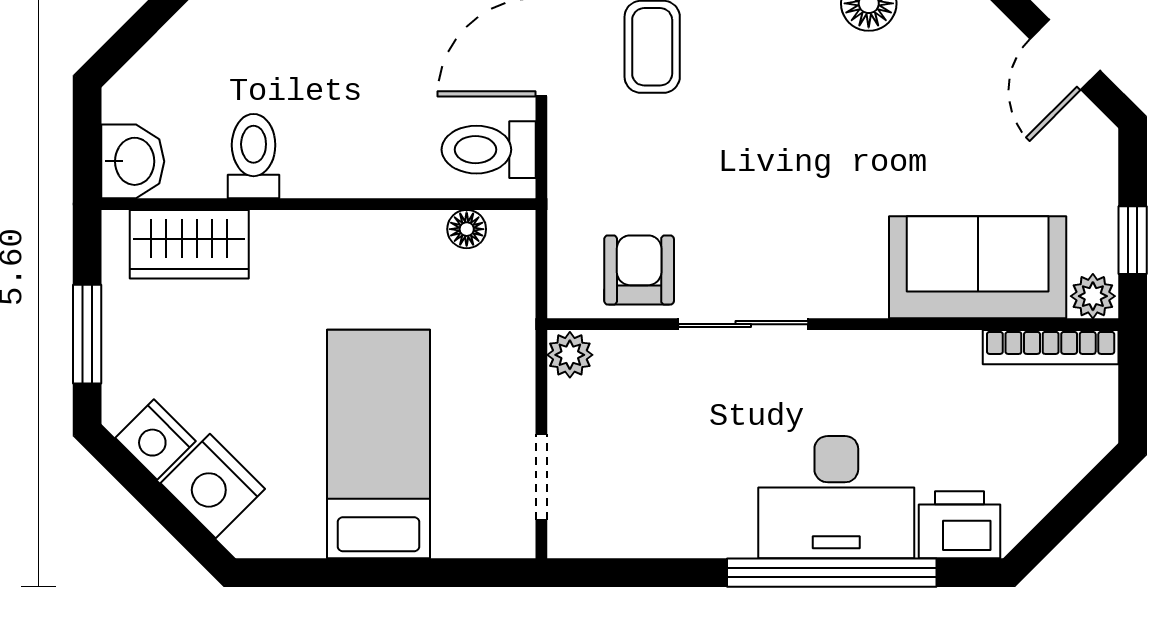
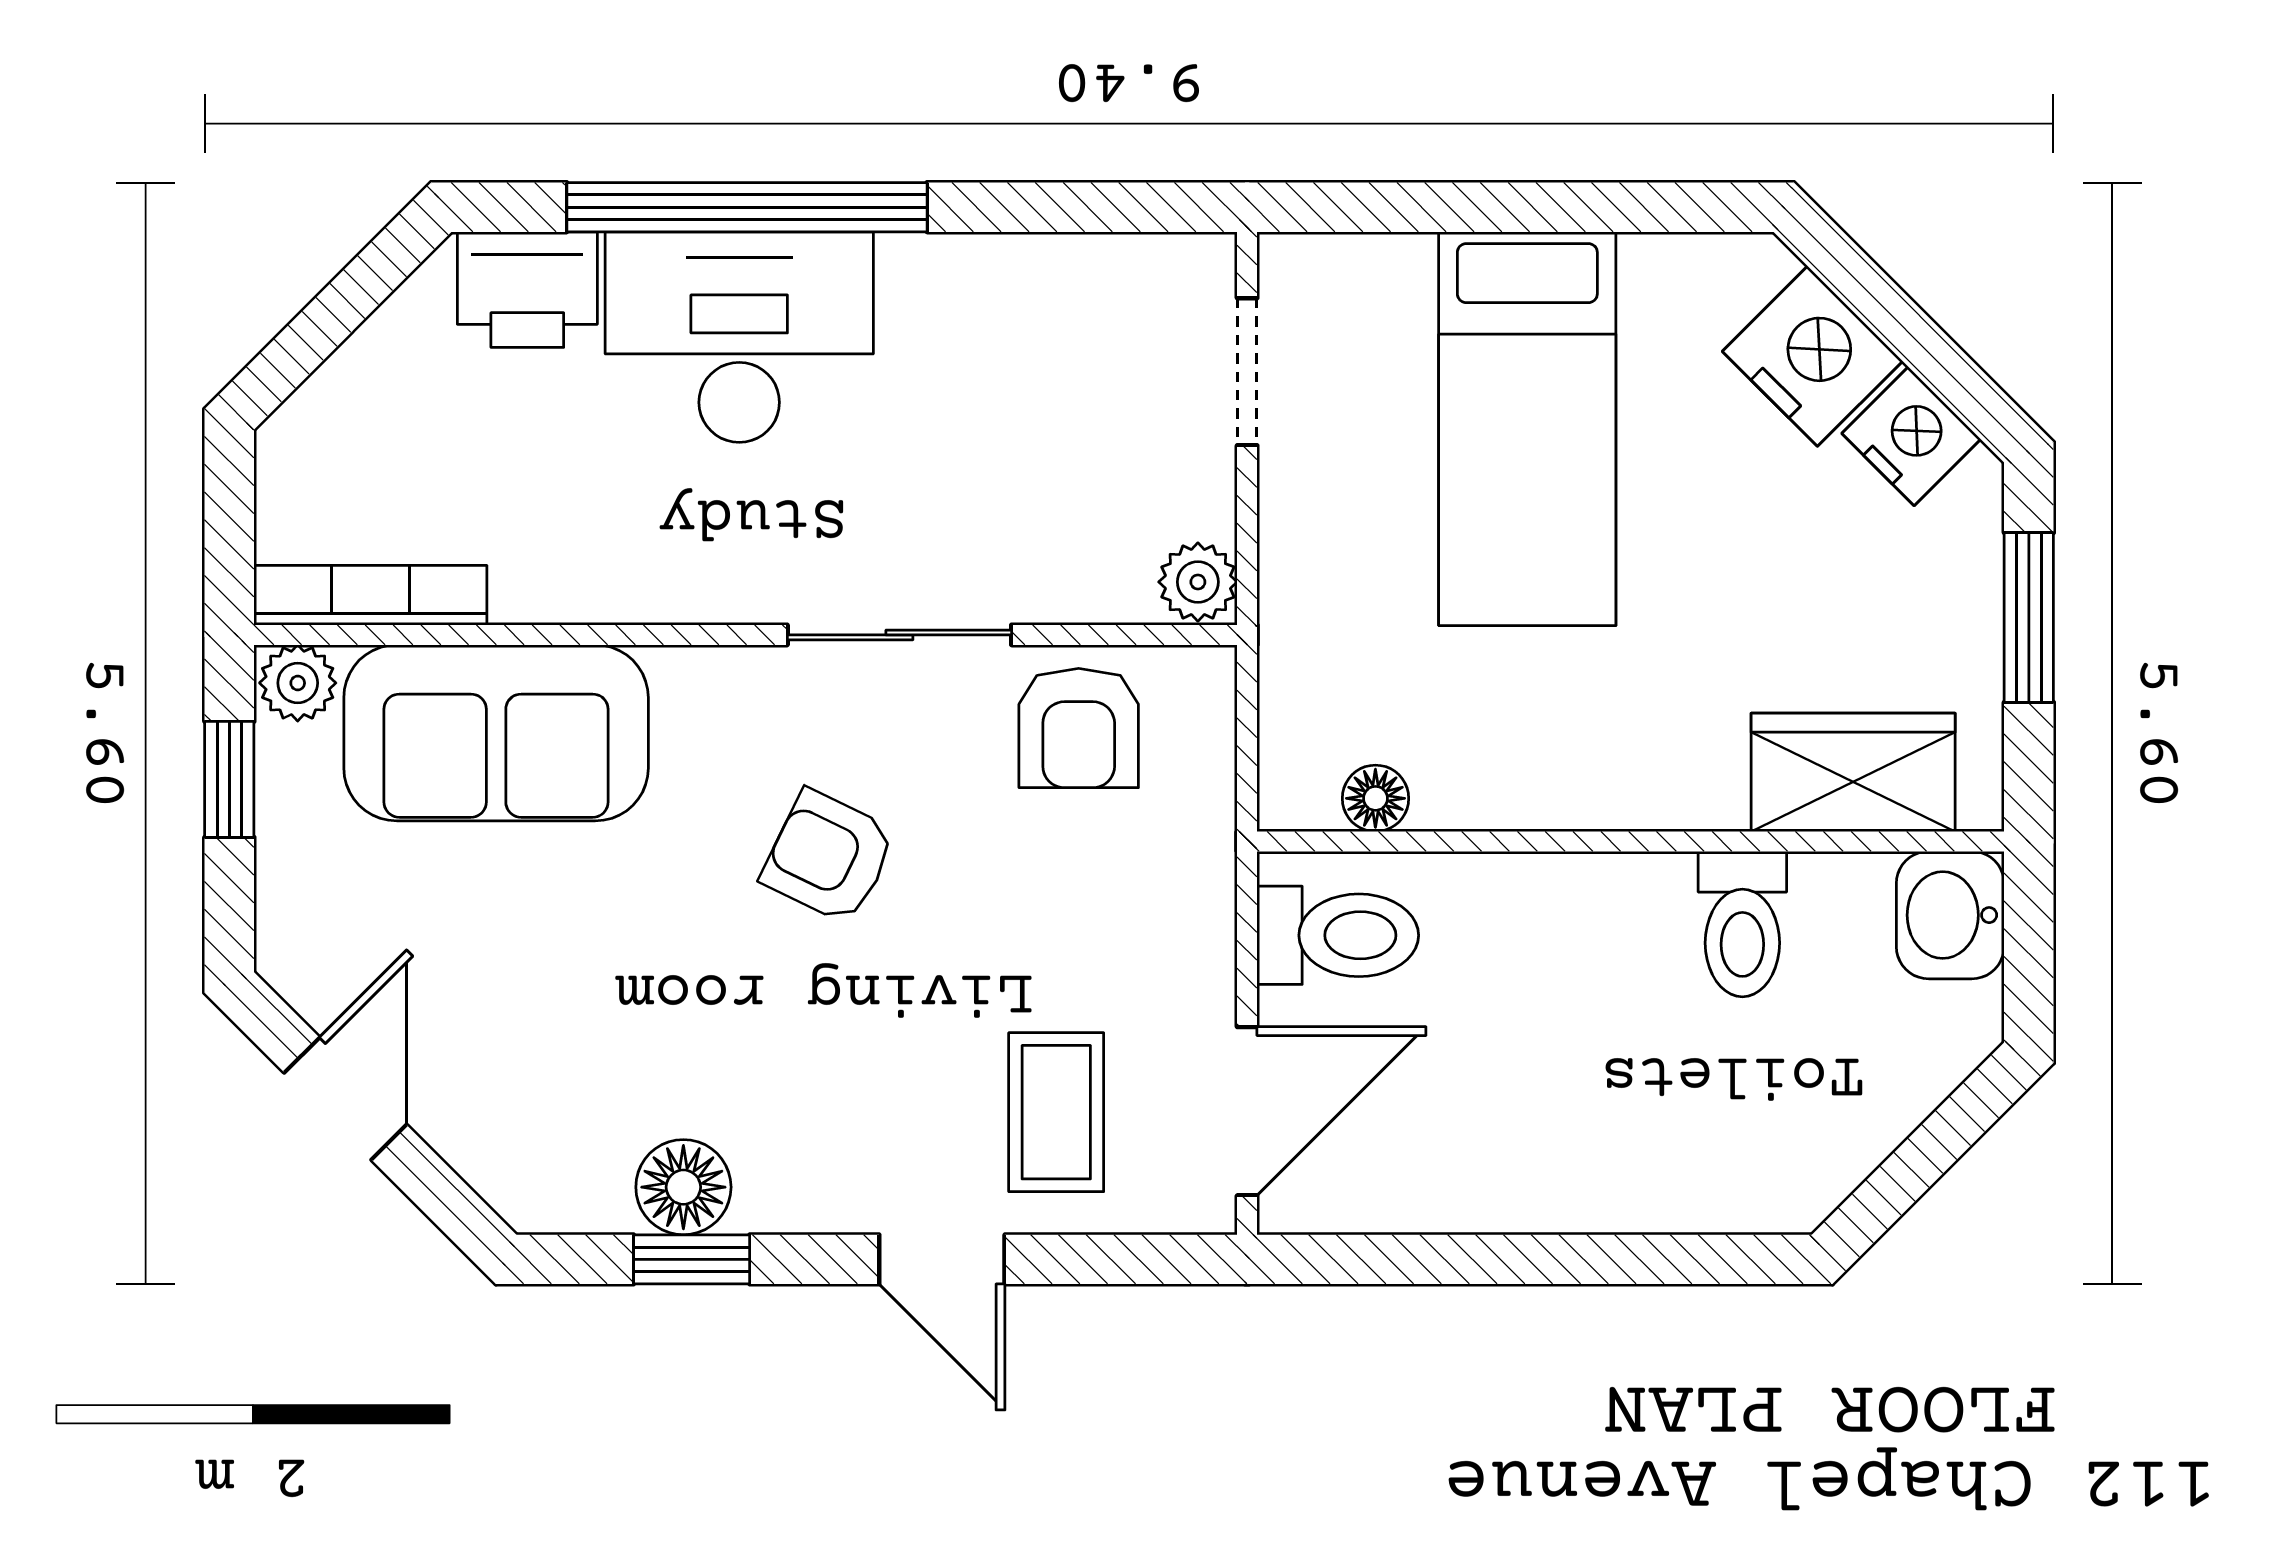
armchair: (784, 195) -> (829, 857), added

